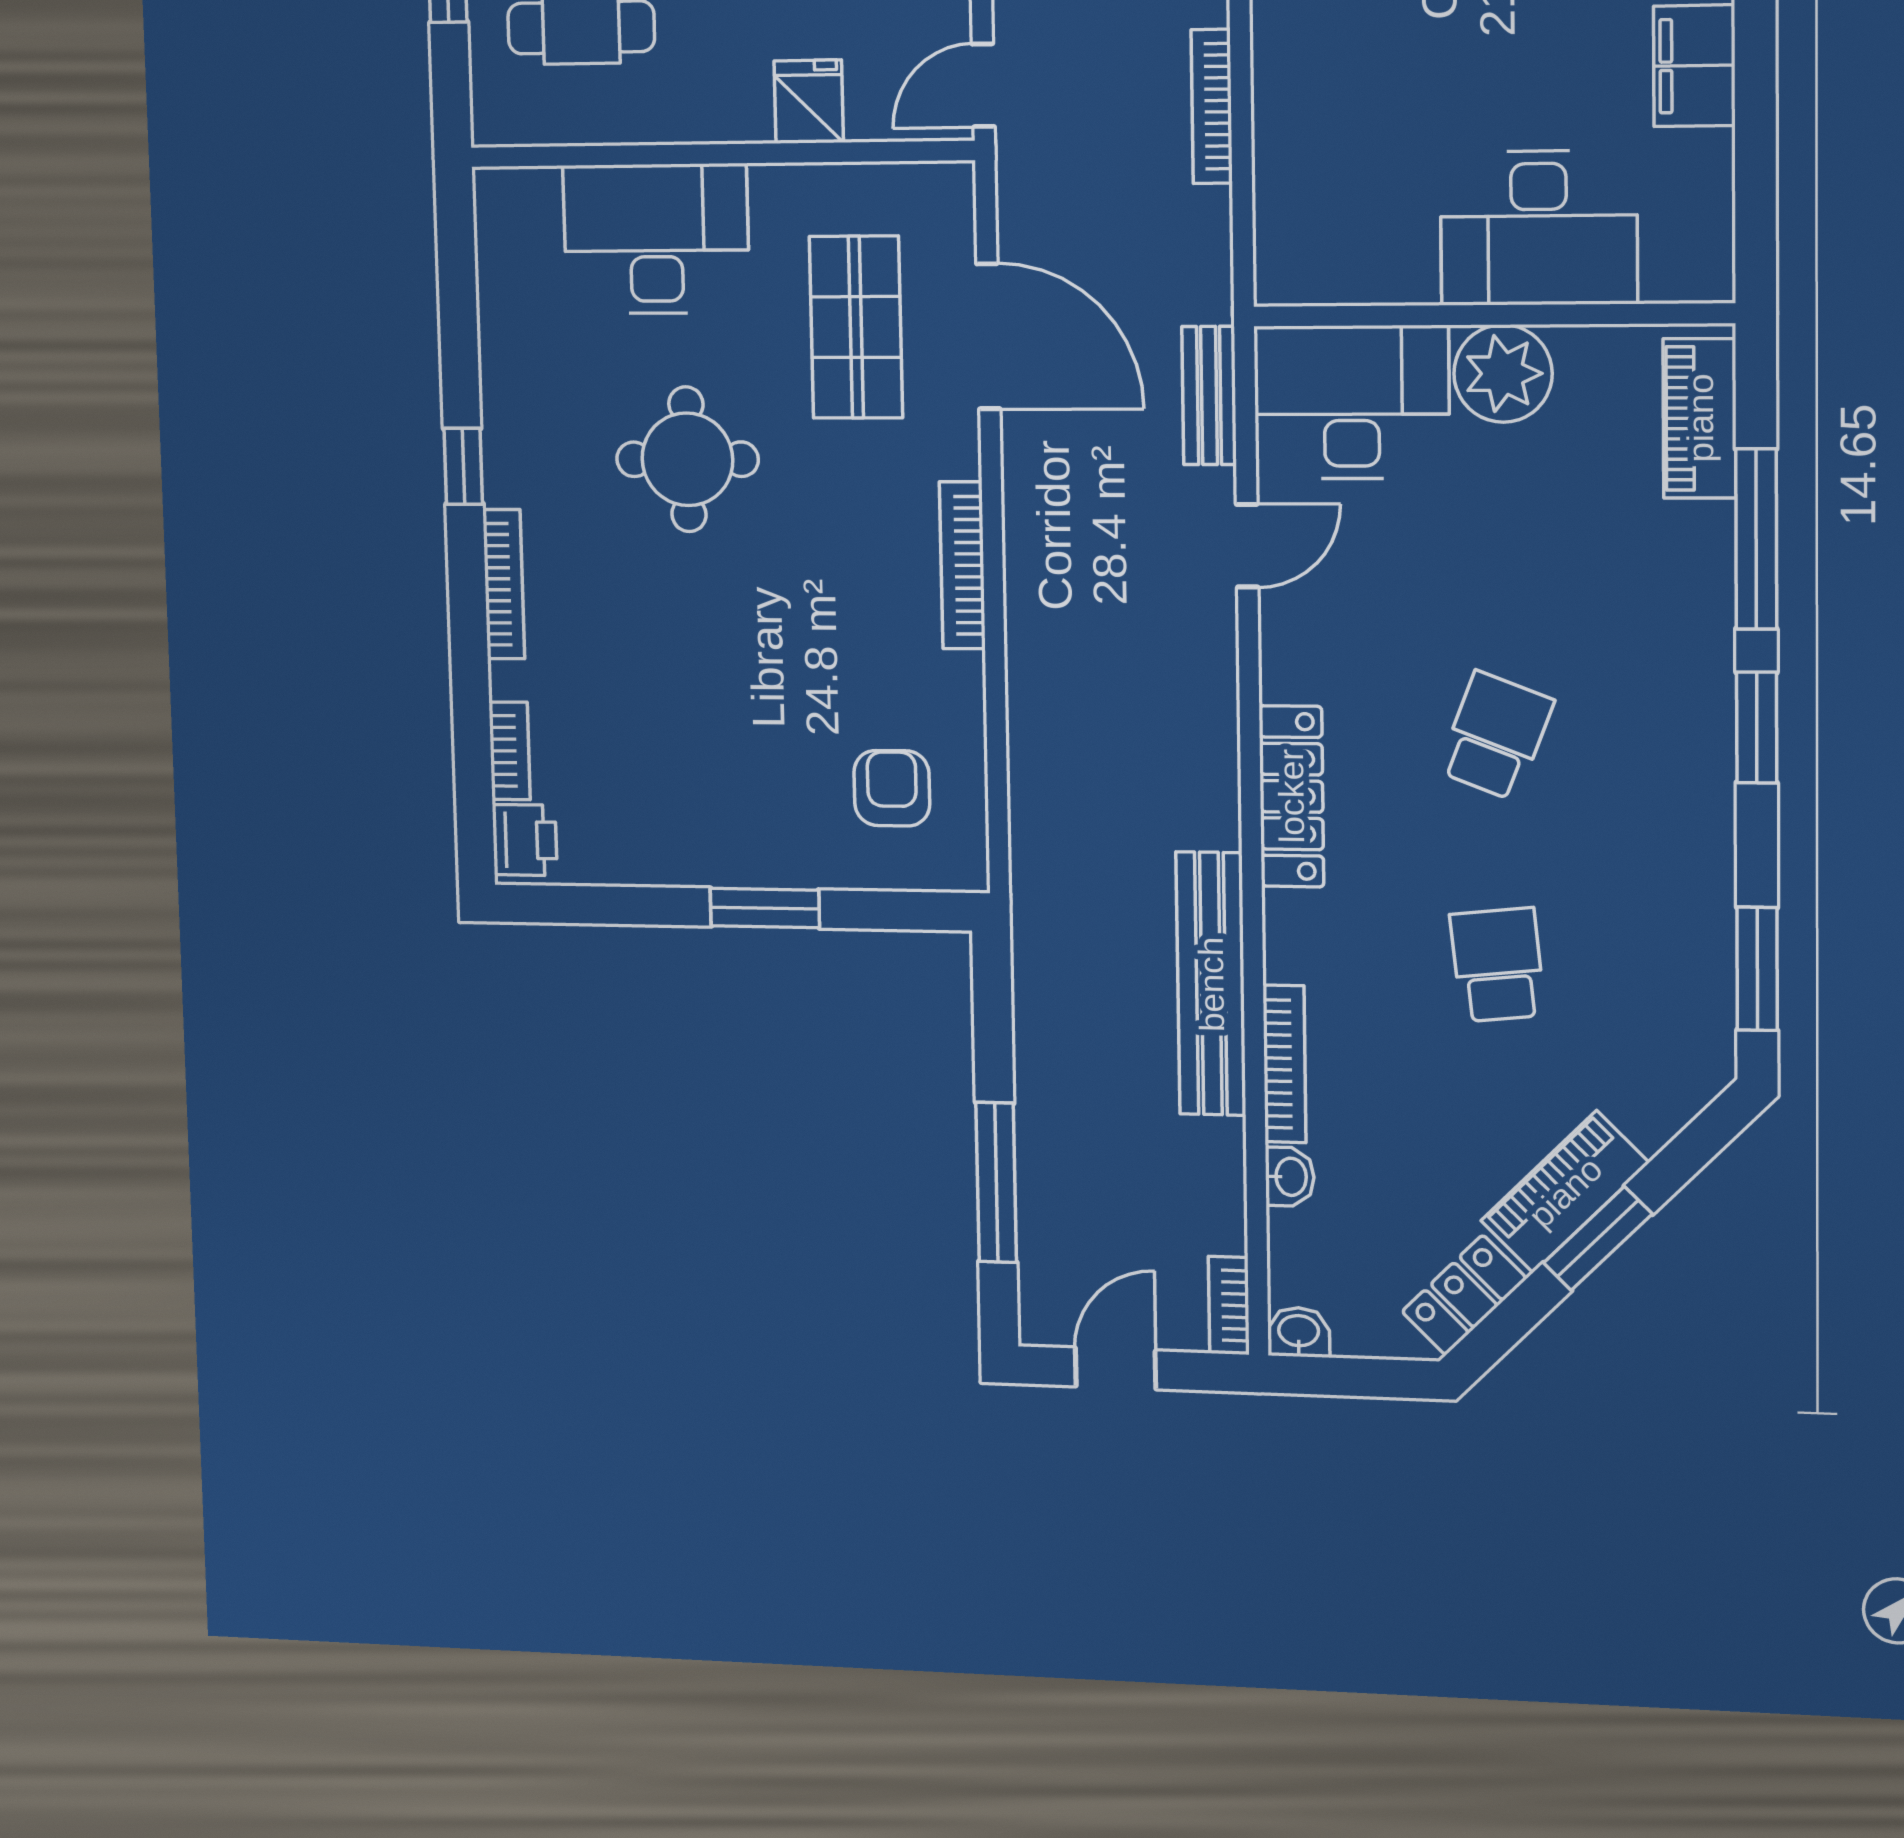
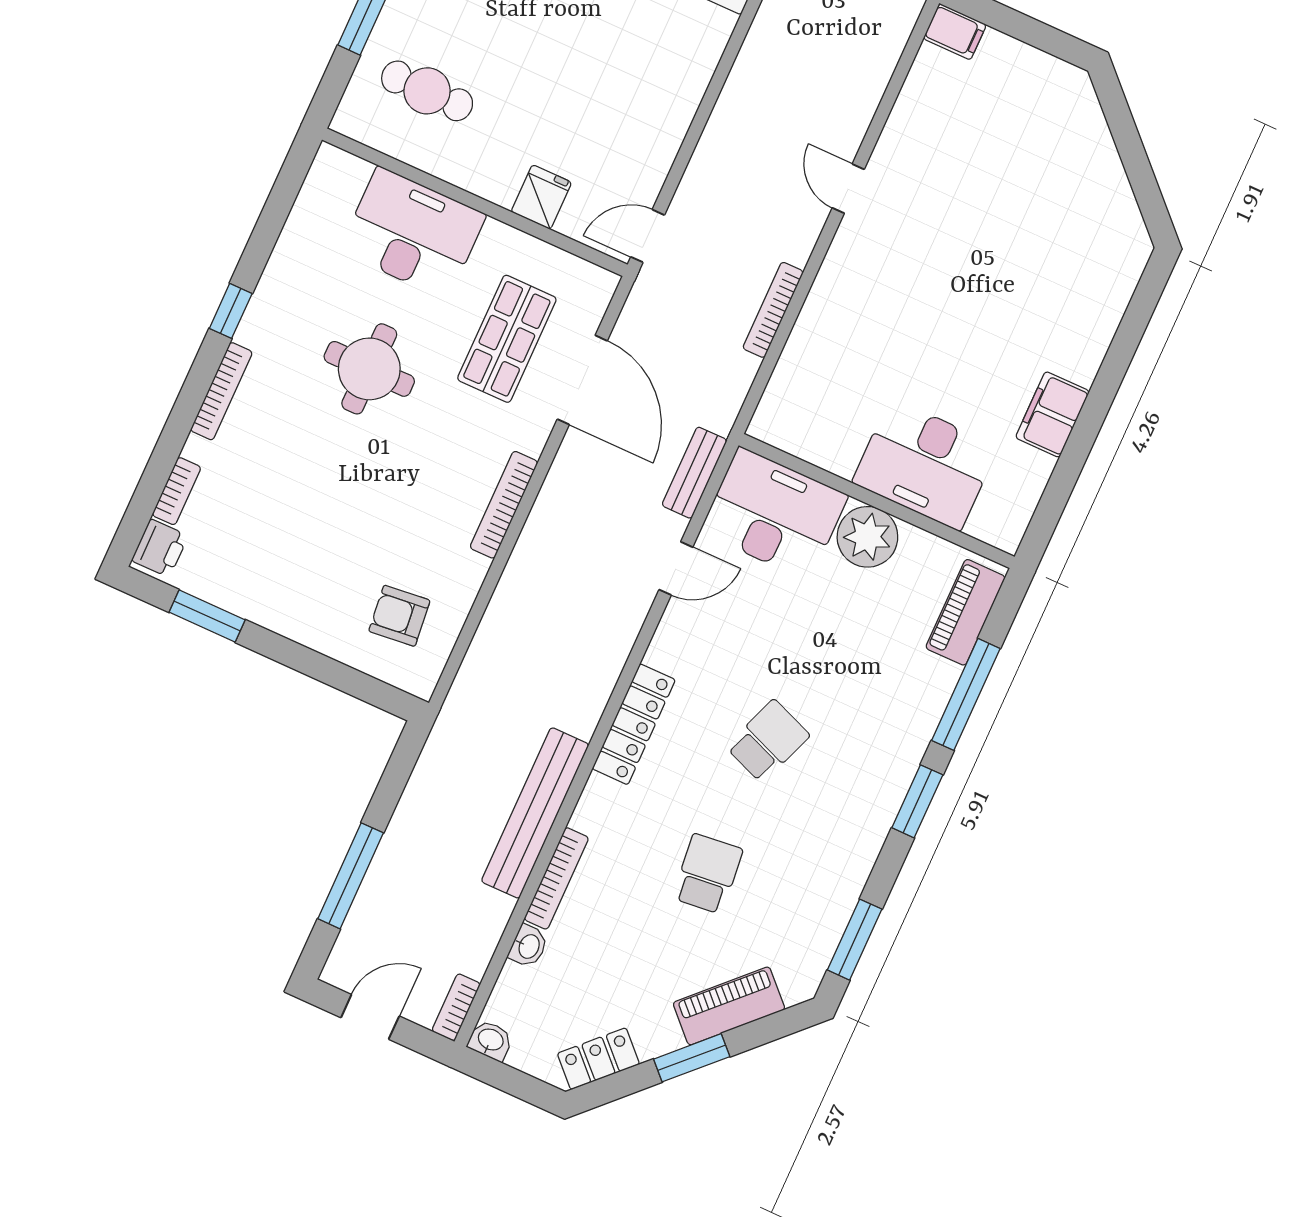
armchair: (892, 788) -> (399, 616), turned -96
window: (765, 908) -> (207, 616), moved
piano: (1565, 1192) -> (729, 1006), moved

